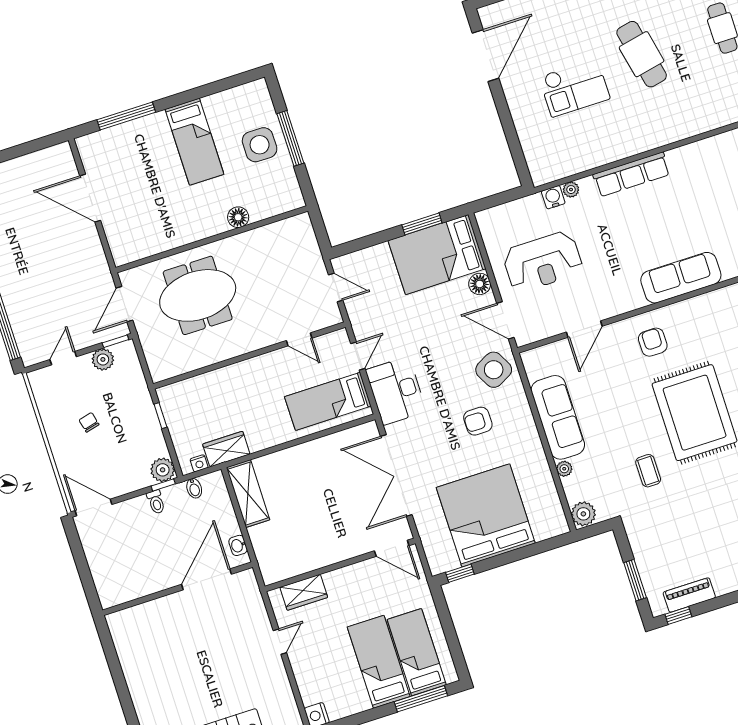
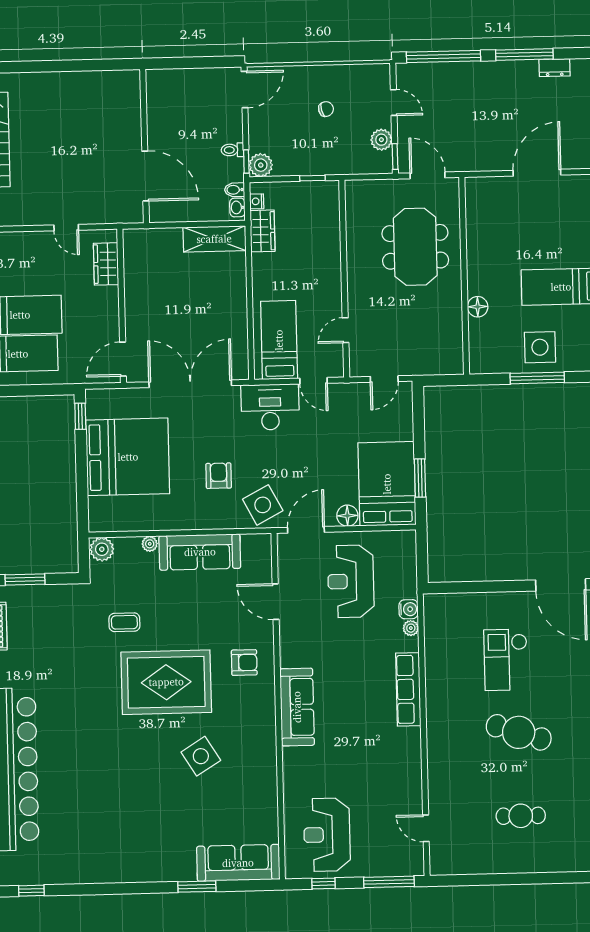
cafe table: (642, 54) -> (519, 732), turned 30
washbasin: (238, 545) -> (237, 207), moved, turned -90

